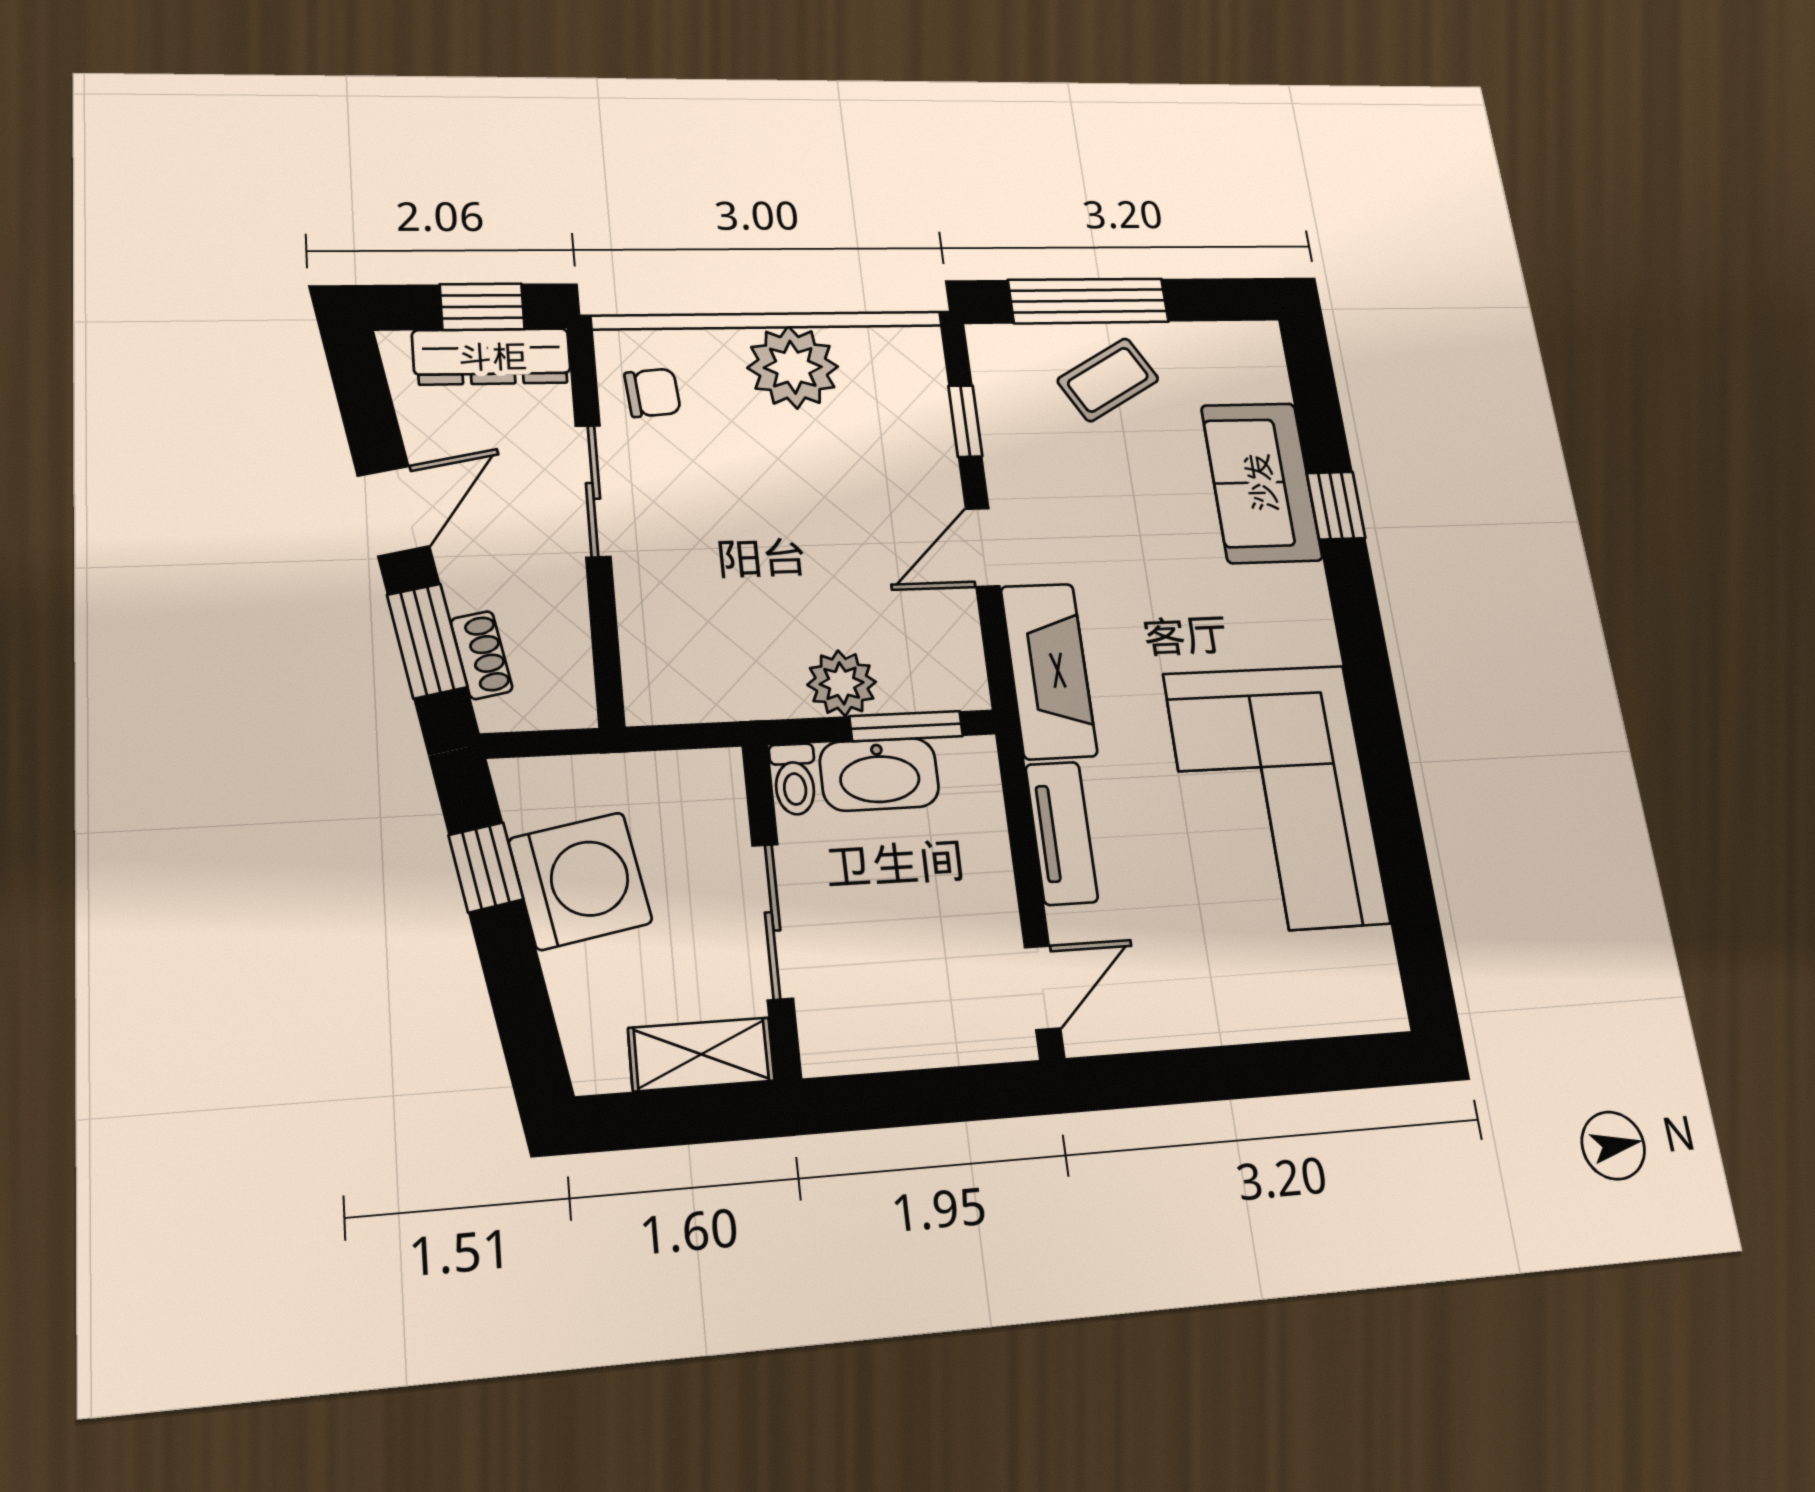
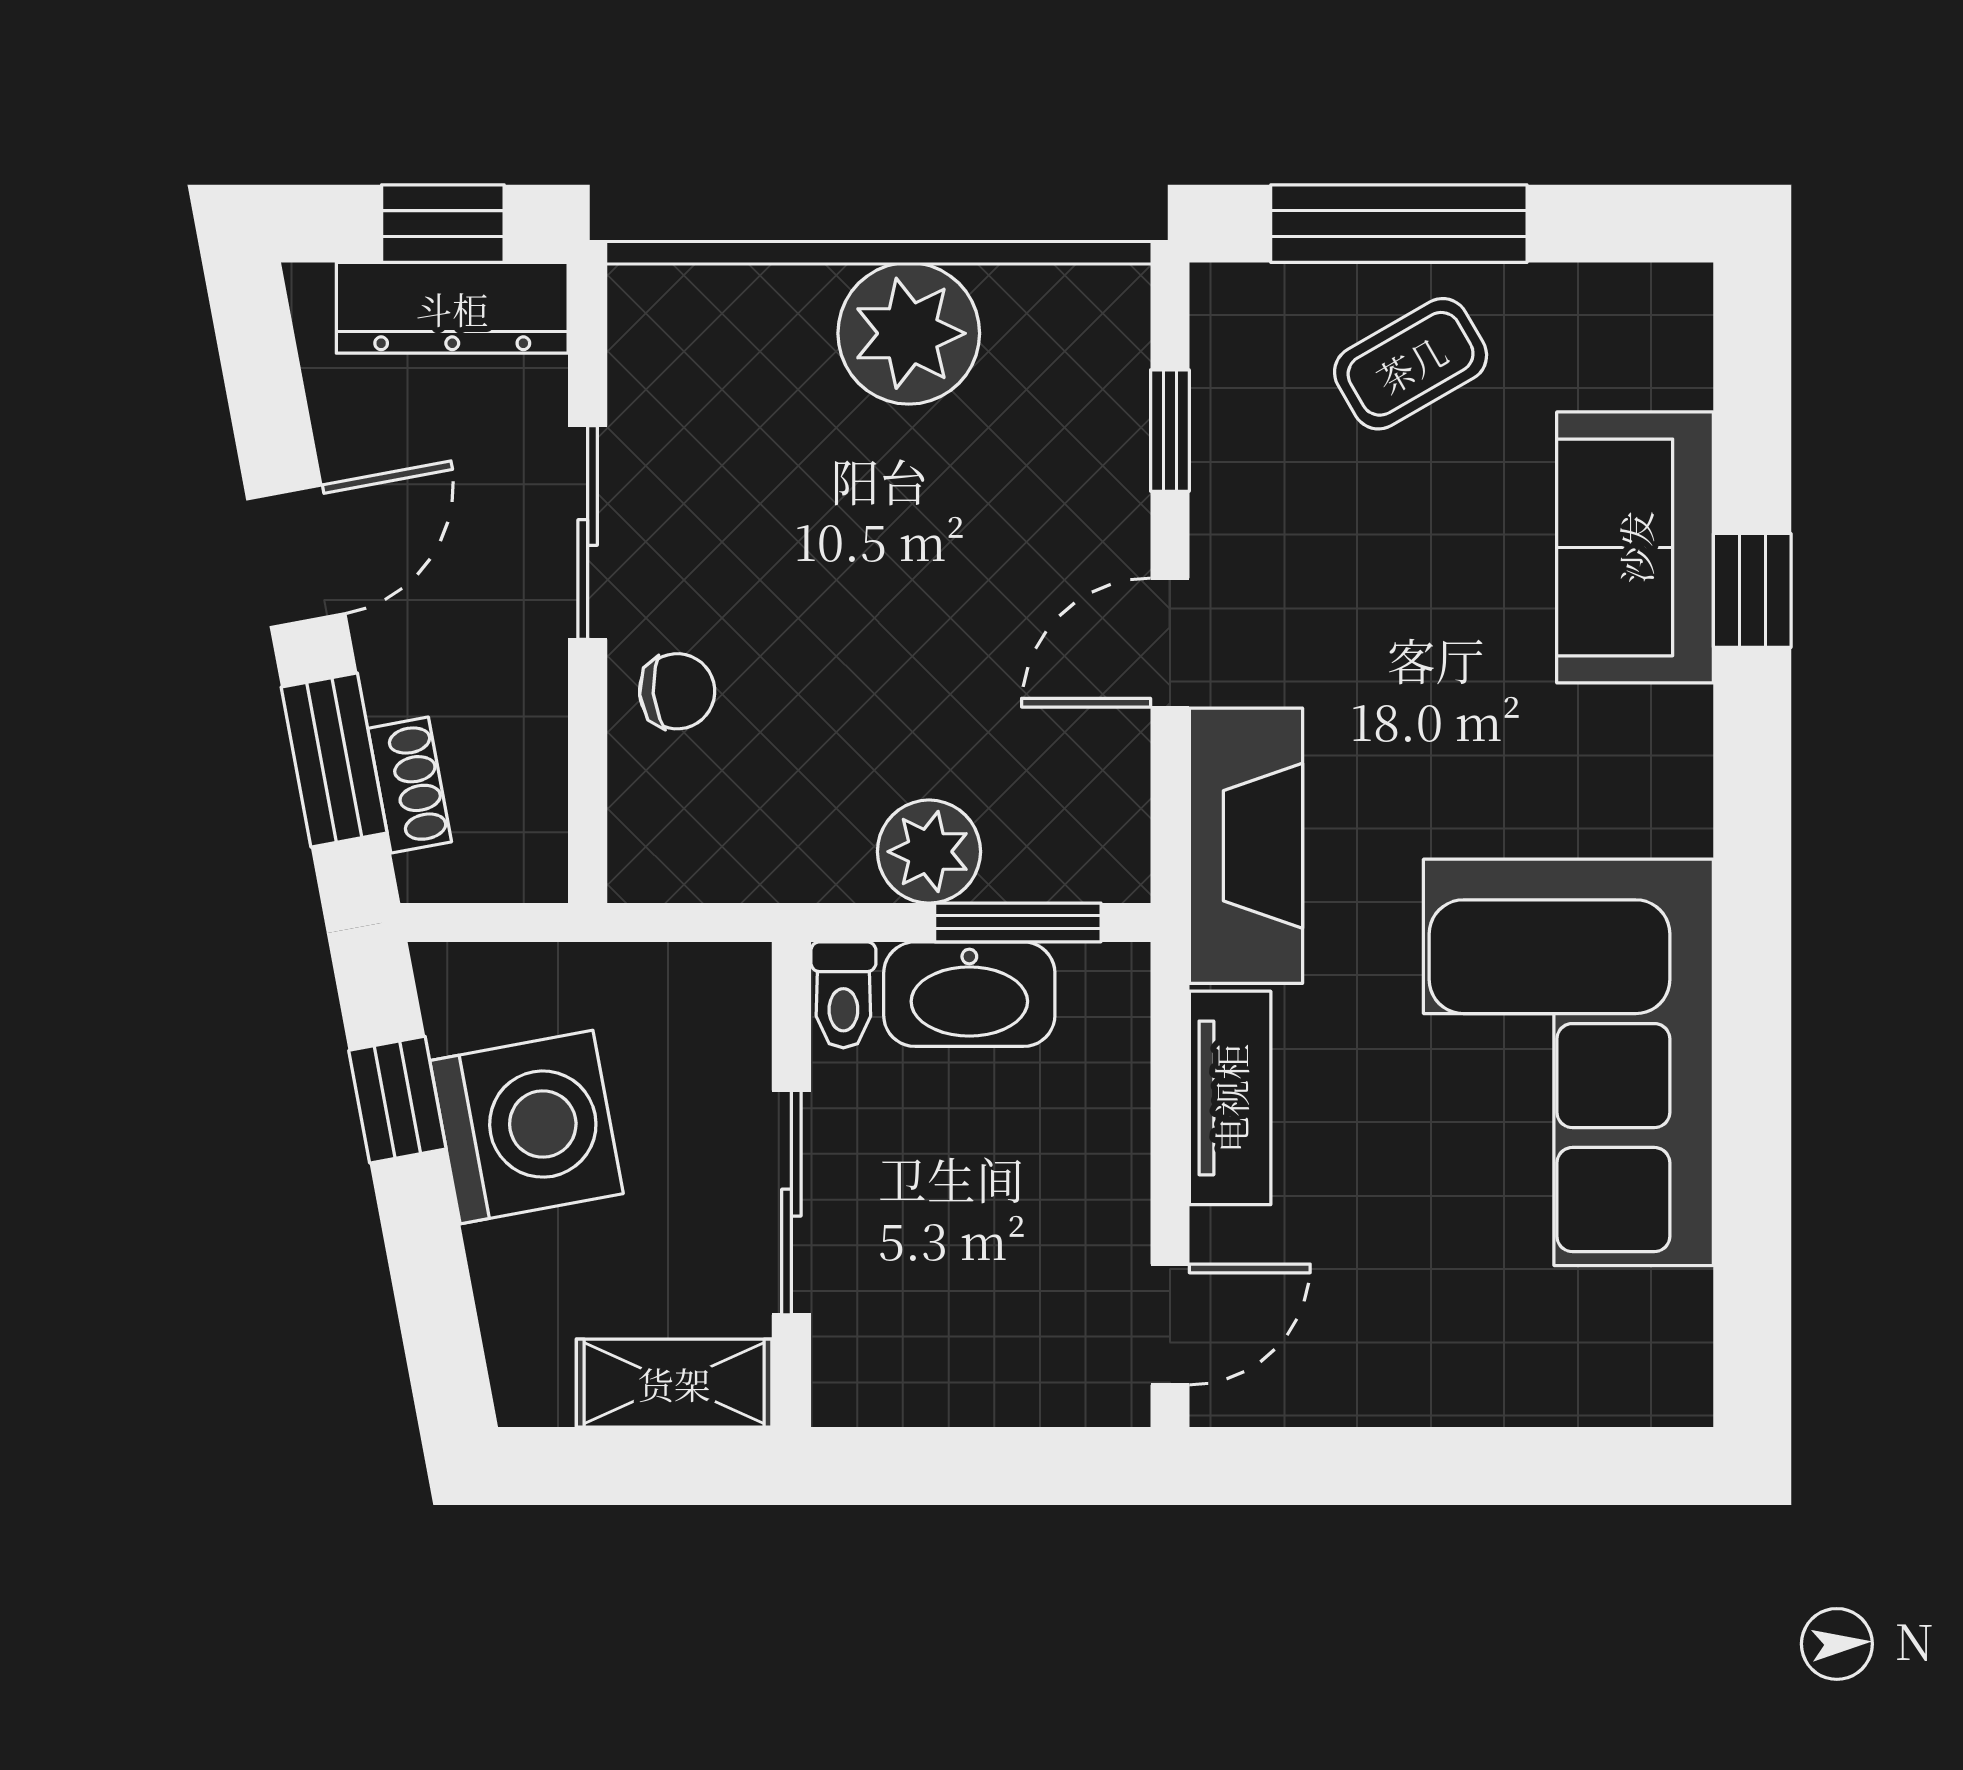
chair: (653, 393) -> (677, 691), moved

